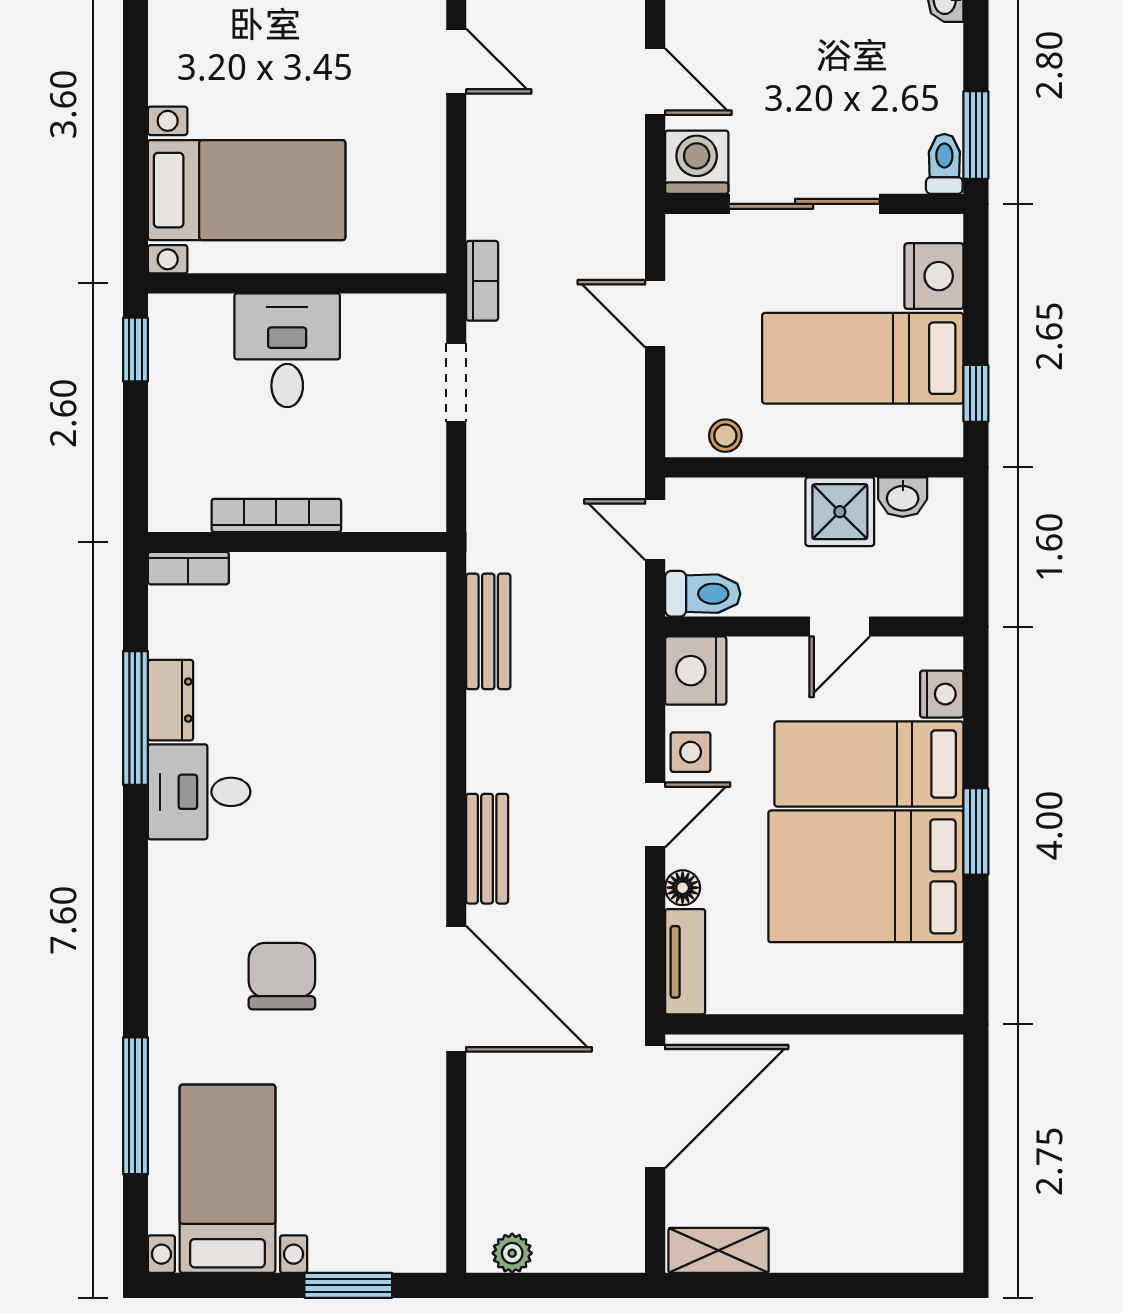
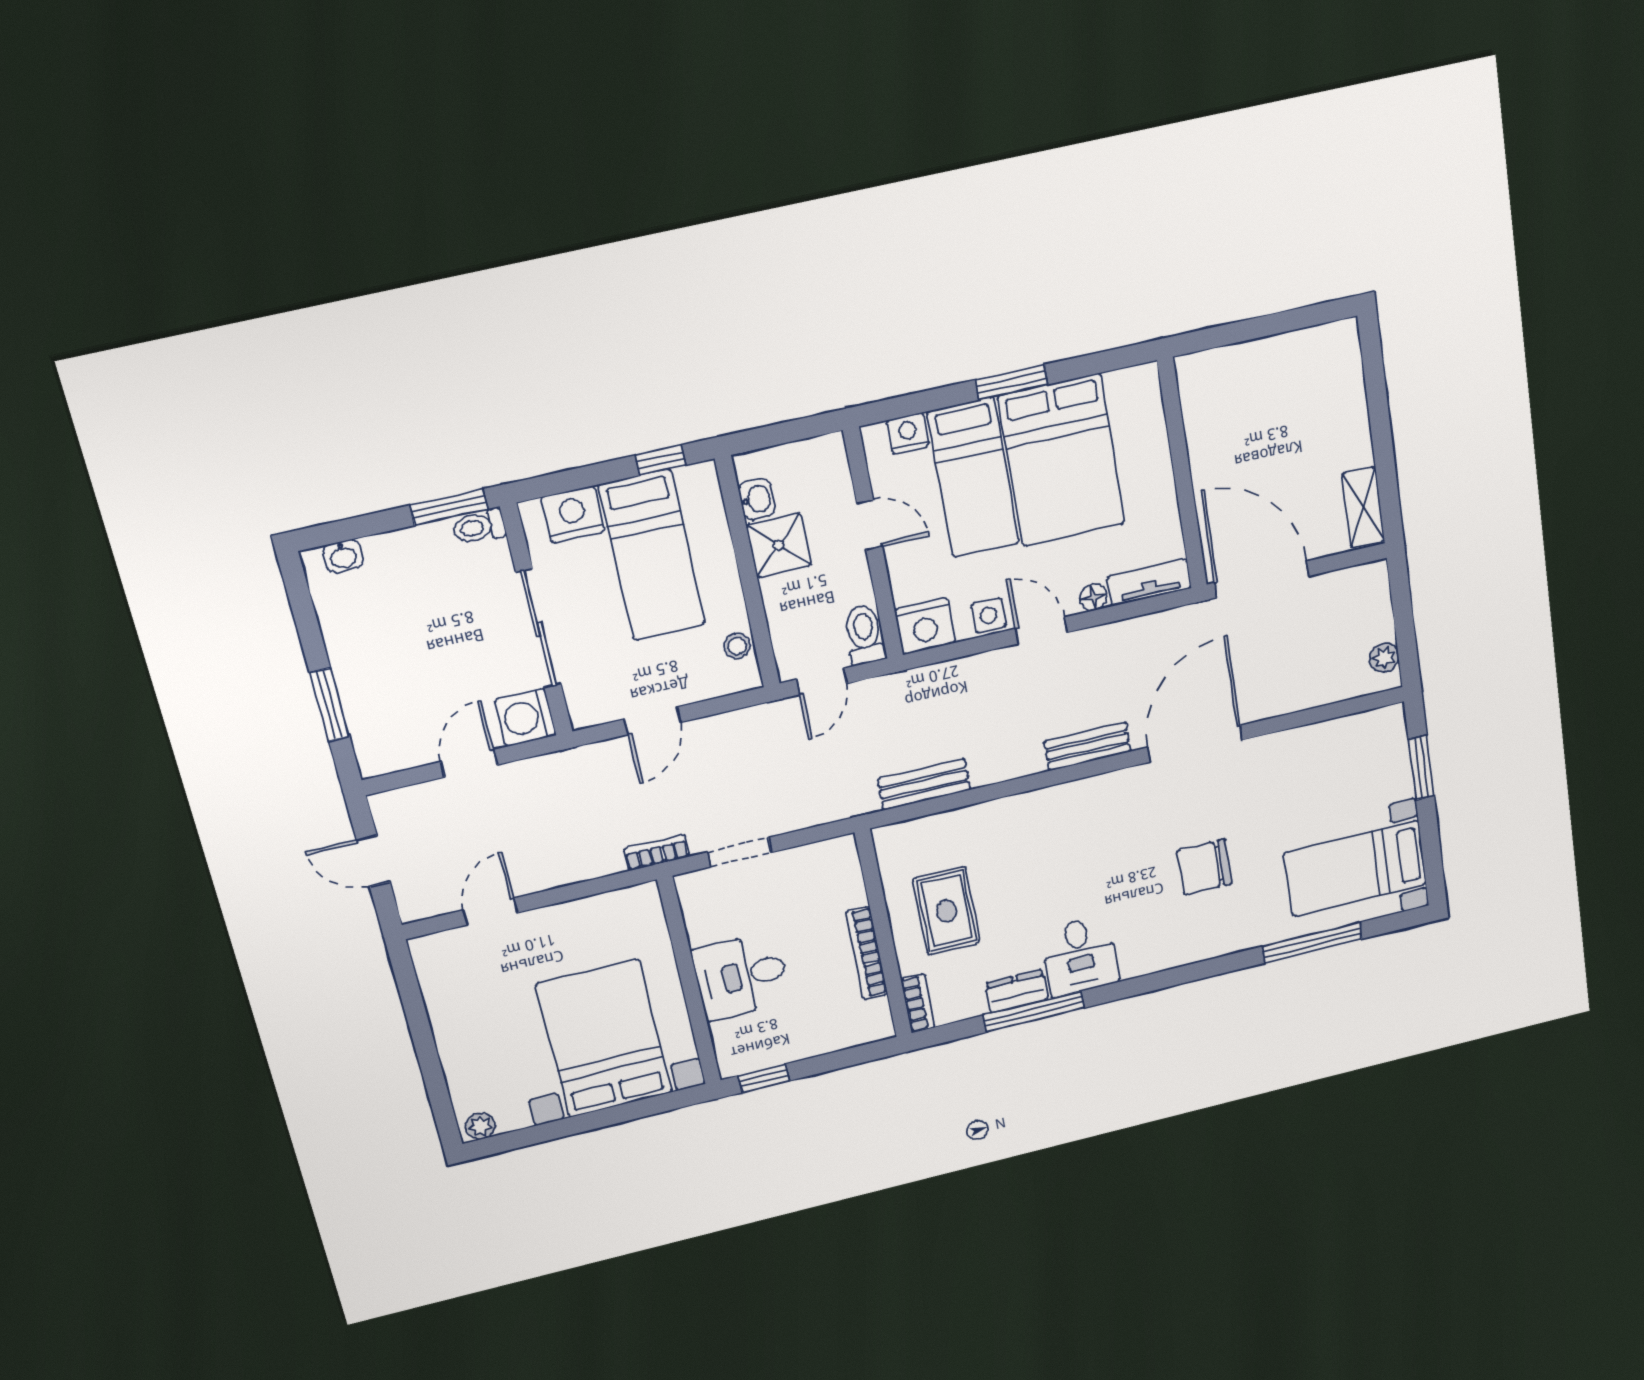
bed with nightstands: (247, 190) -> (604, 1039), width x1.36
rug: (308, 629) -> (947, 911), added

